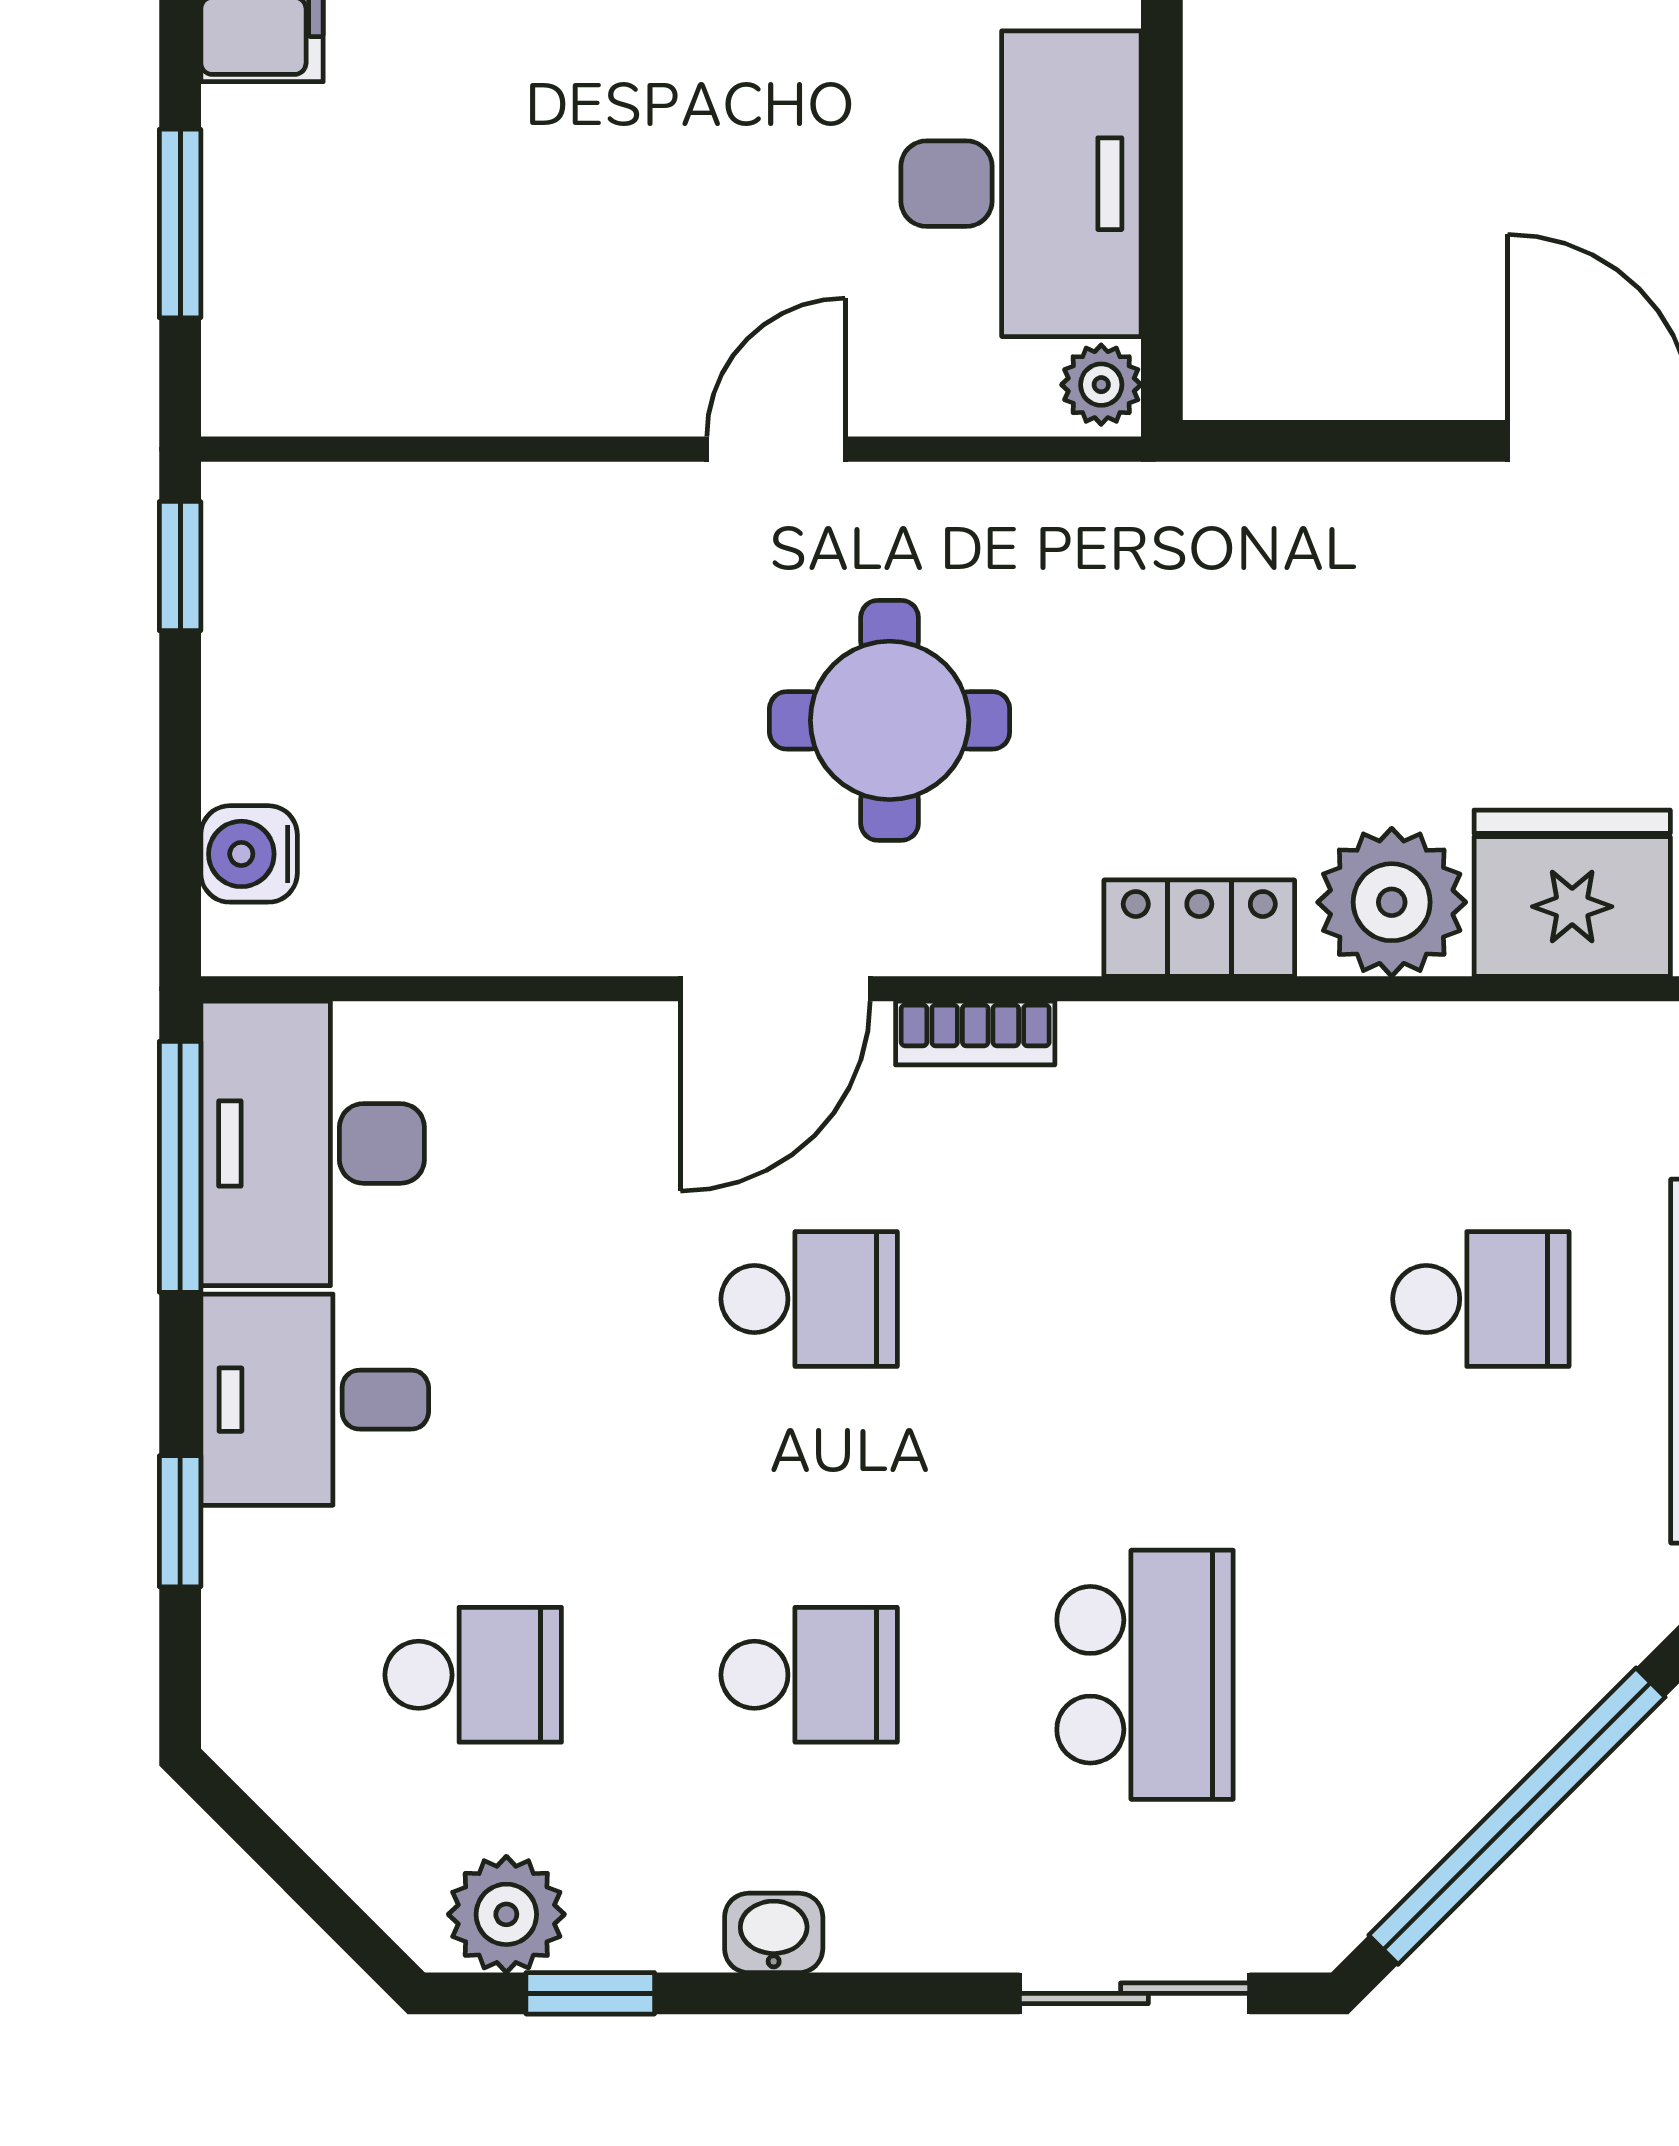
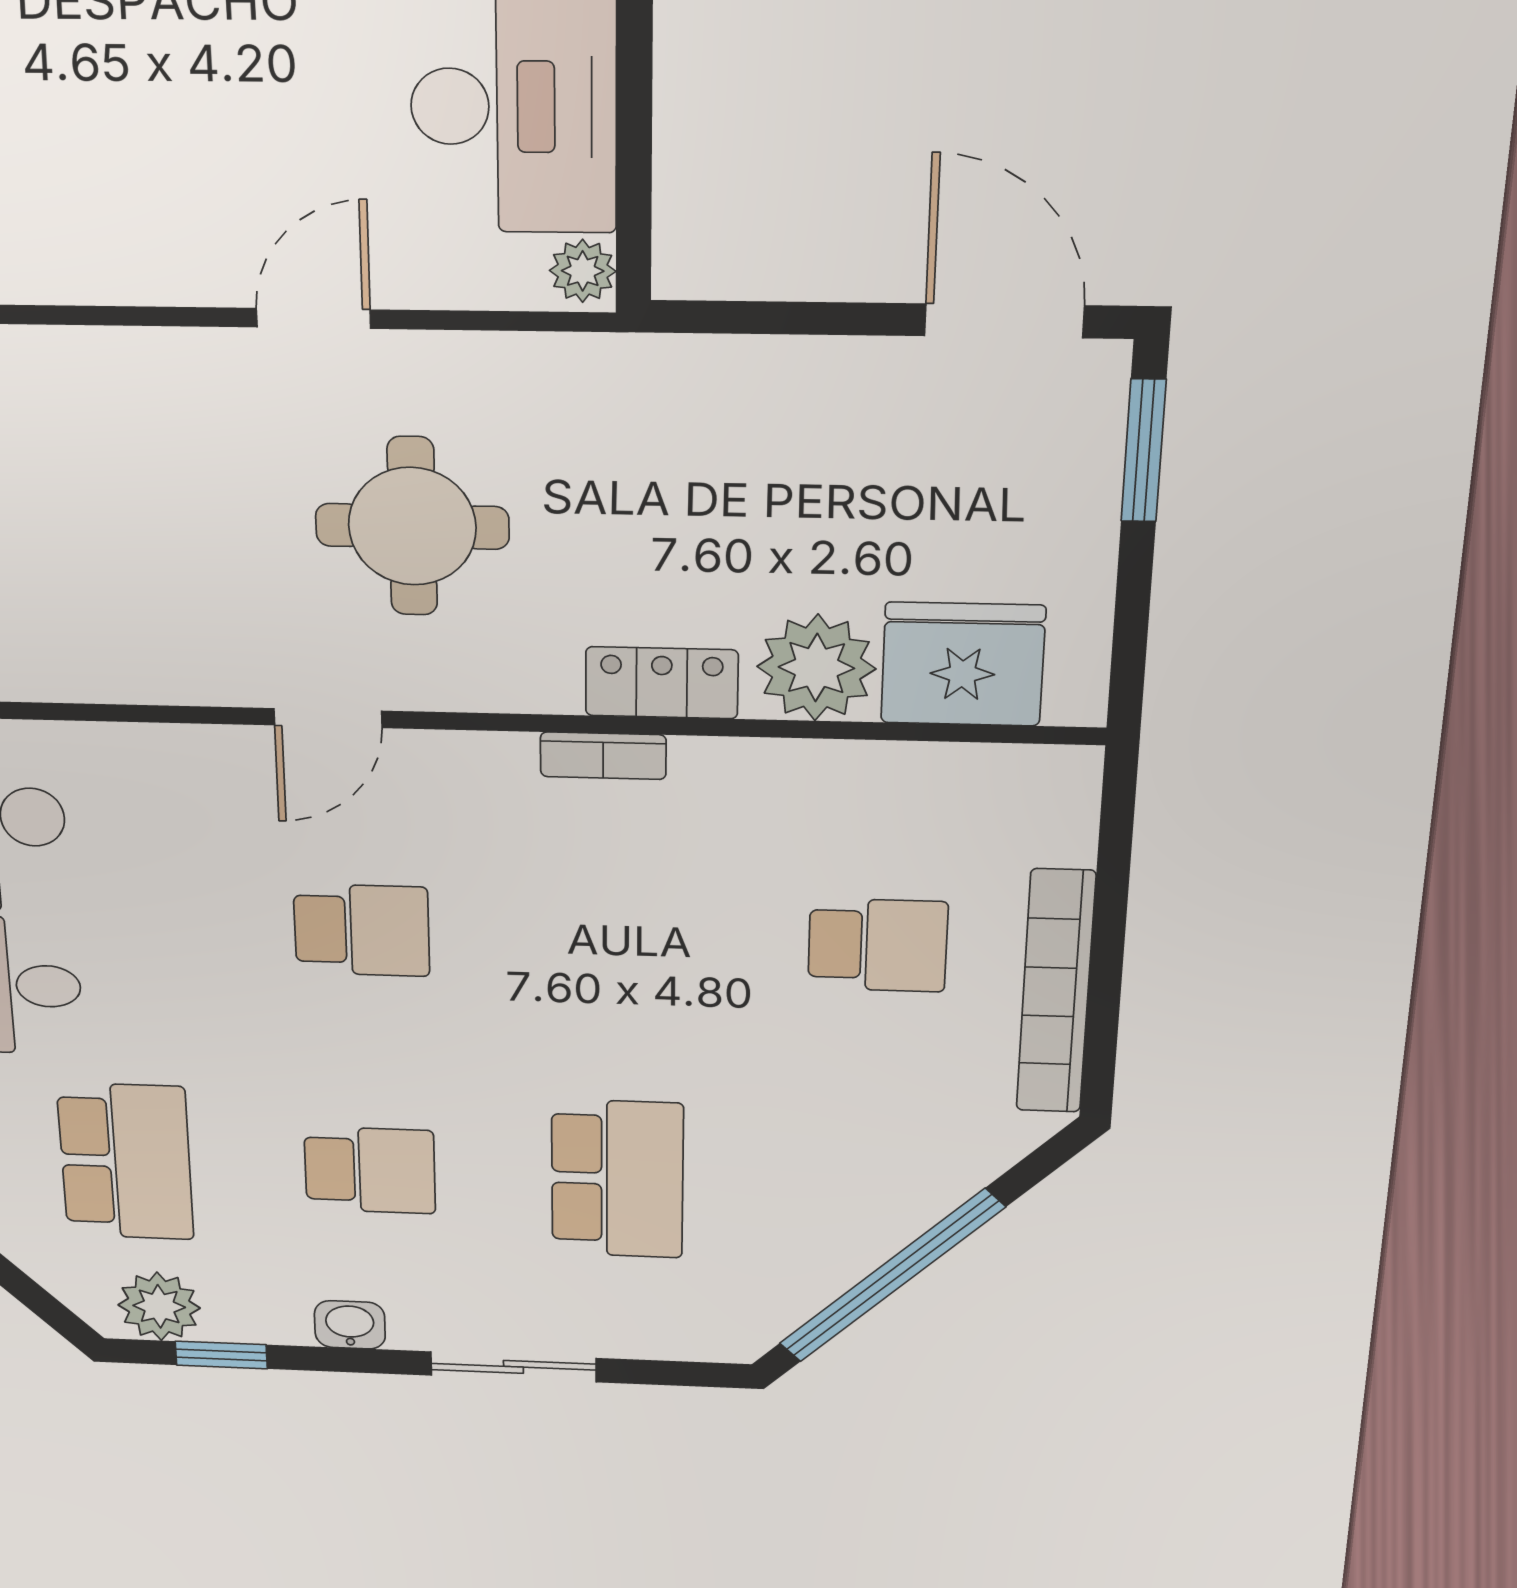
door: (775, 989) -> (328, 718), width x0.73
bookcase: (975, 1033) -> (603, 756), moved
school desk: (473, 1675) -> (126, 1162), width x1.85
sliding door: (1134, 1993) -> (513, 1367), moved

